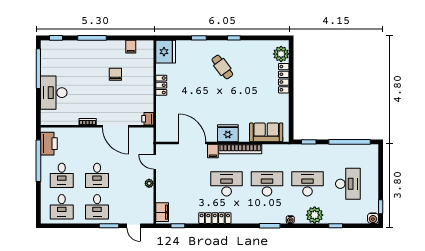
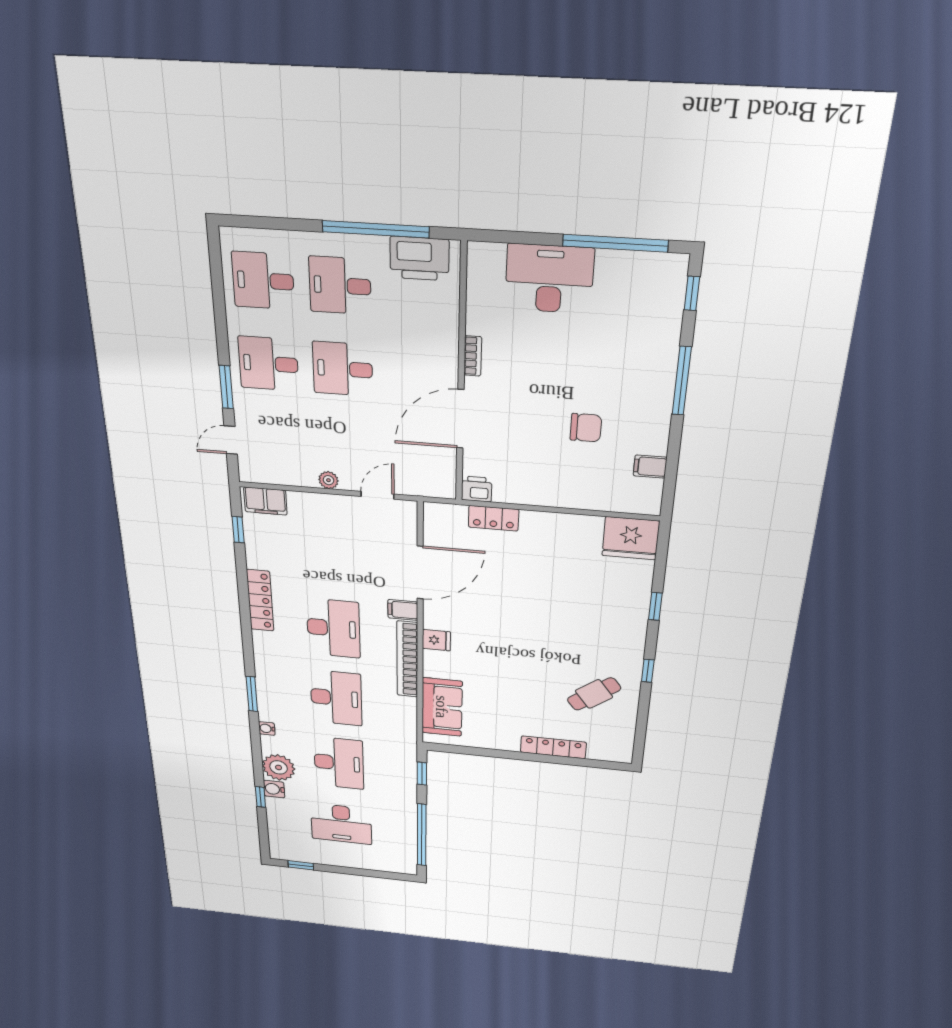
plant: (281, 54) -> (604, 748), removed
cafe table: (222, 67) -> (594, 694), moved
locker: (161, 85) -> (494, 518), moved
fridge: (228, 133) -> (436, 640), width x0.53, depth x0.75
water cooler: (373, 218) -> (274, 789), moved

